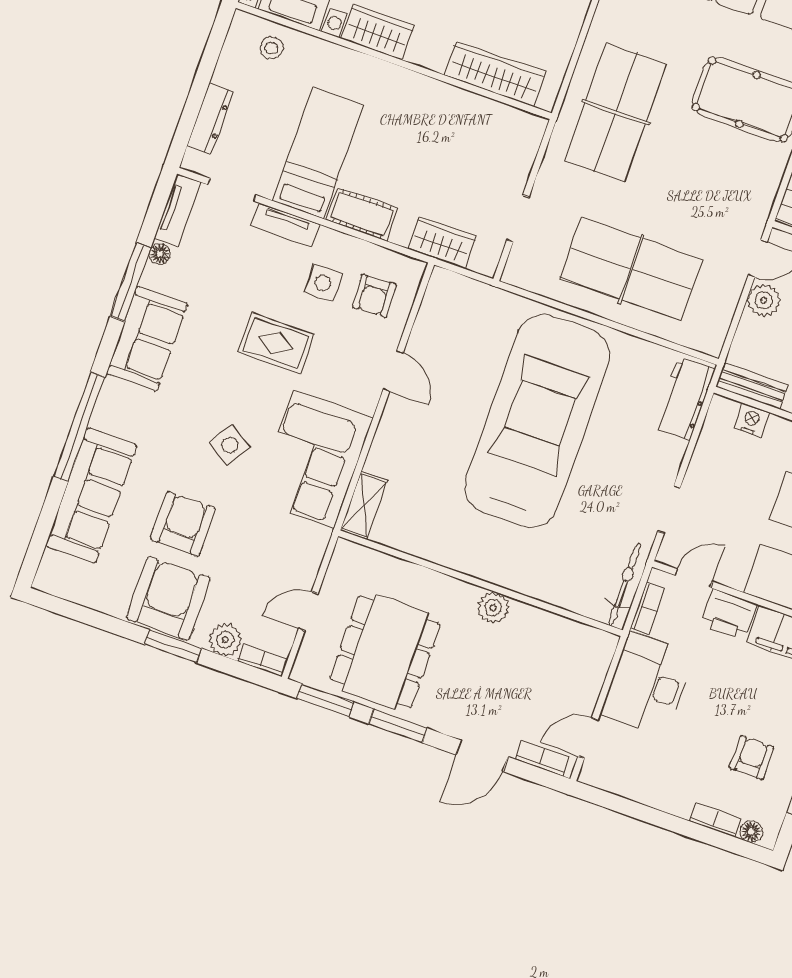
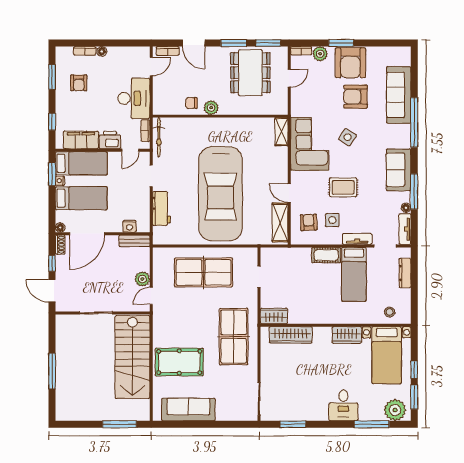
wardrobe: (442, 242) -> (274, 316), moved, turned 180
shelving: (434, 317) -> (280, 222), added
workbench: (684, 399) -> (161, 208), moved
armchair: (183, 524) -> (356, 97), turned 90
chair: (531, 632) -> (191, 103), added
door: (482, 756) -> (194, 43), swing flipped
floor lamp: (751, 831) -> (102, 51), moved

